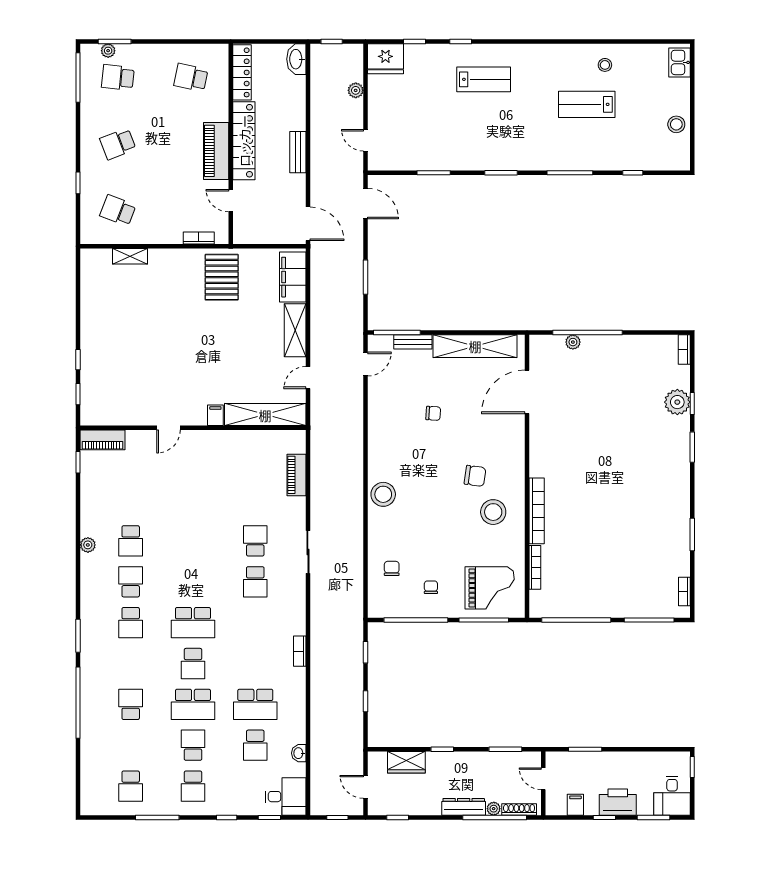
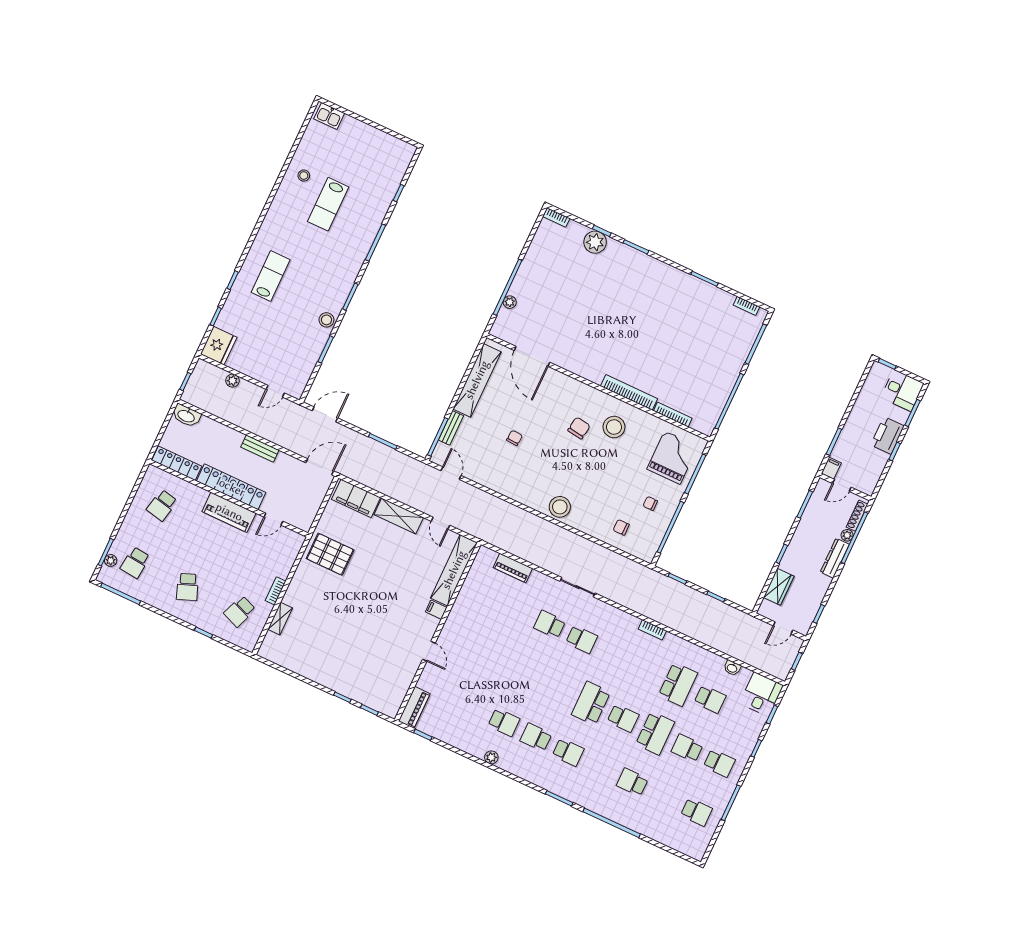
stool: (676, 124) -> (326, 320), moved
bookcase: (199, 238) -> (276, 591), moved
school desk: (193, 623) -> (591, 703), turned 180
filing cabinet: (575, 805) -> (831, 468), moved, turned 90

